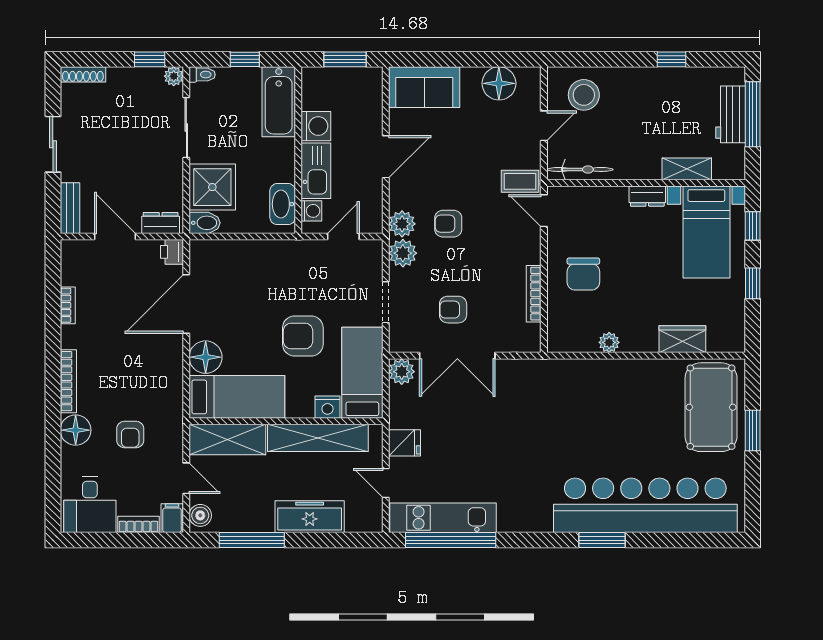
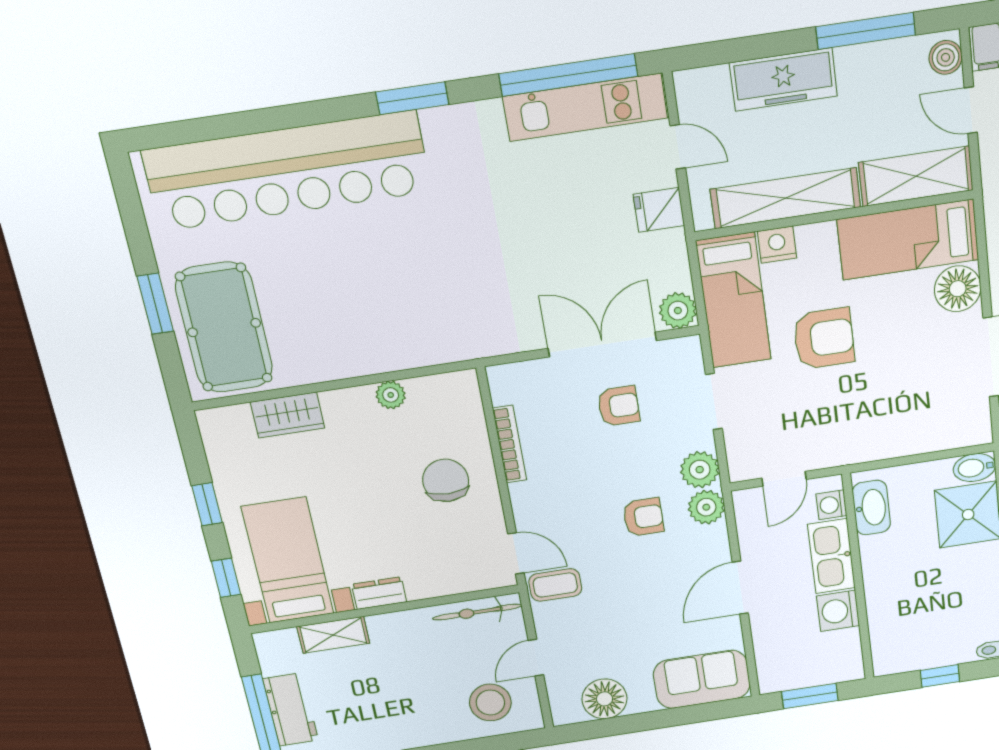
bathtub: (279, 102) -> (890, 633), removed
window: (602, 540) -> (412, 98), moved

